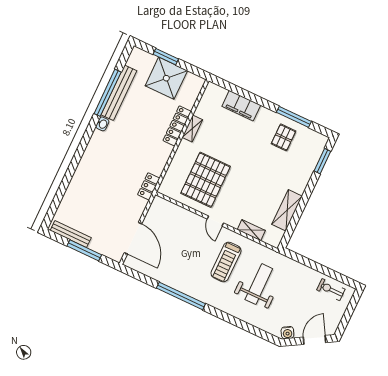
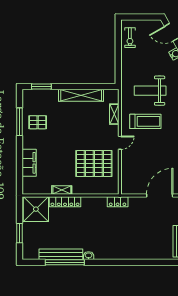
shower: (166, 78) -> (36, 209), moved
shelving: (287, 210) -> (81, 95), width x1.47

